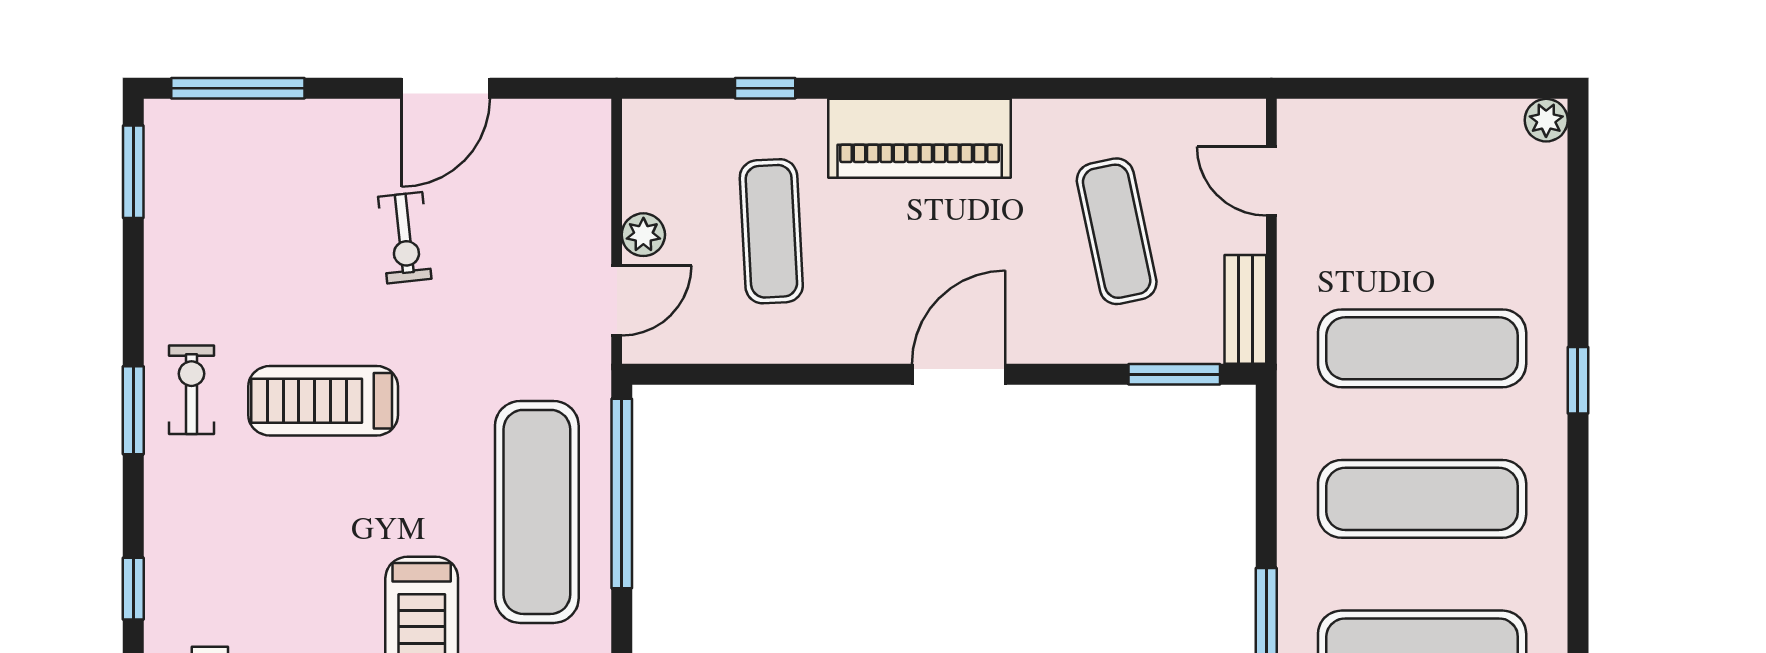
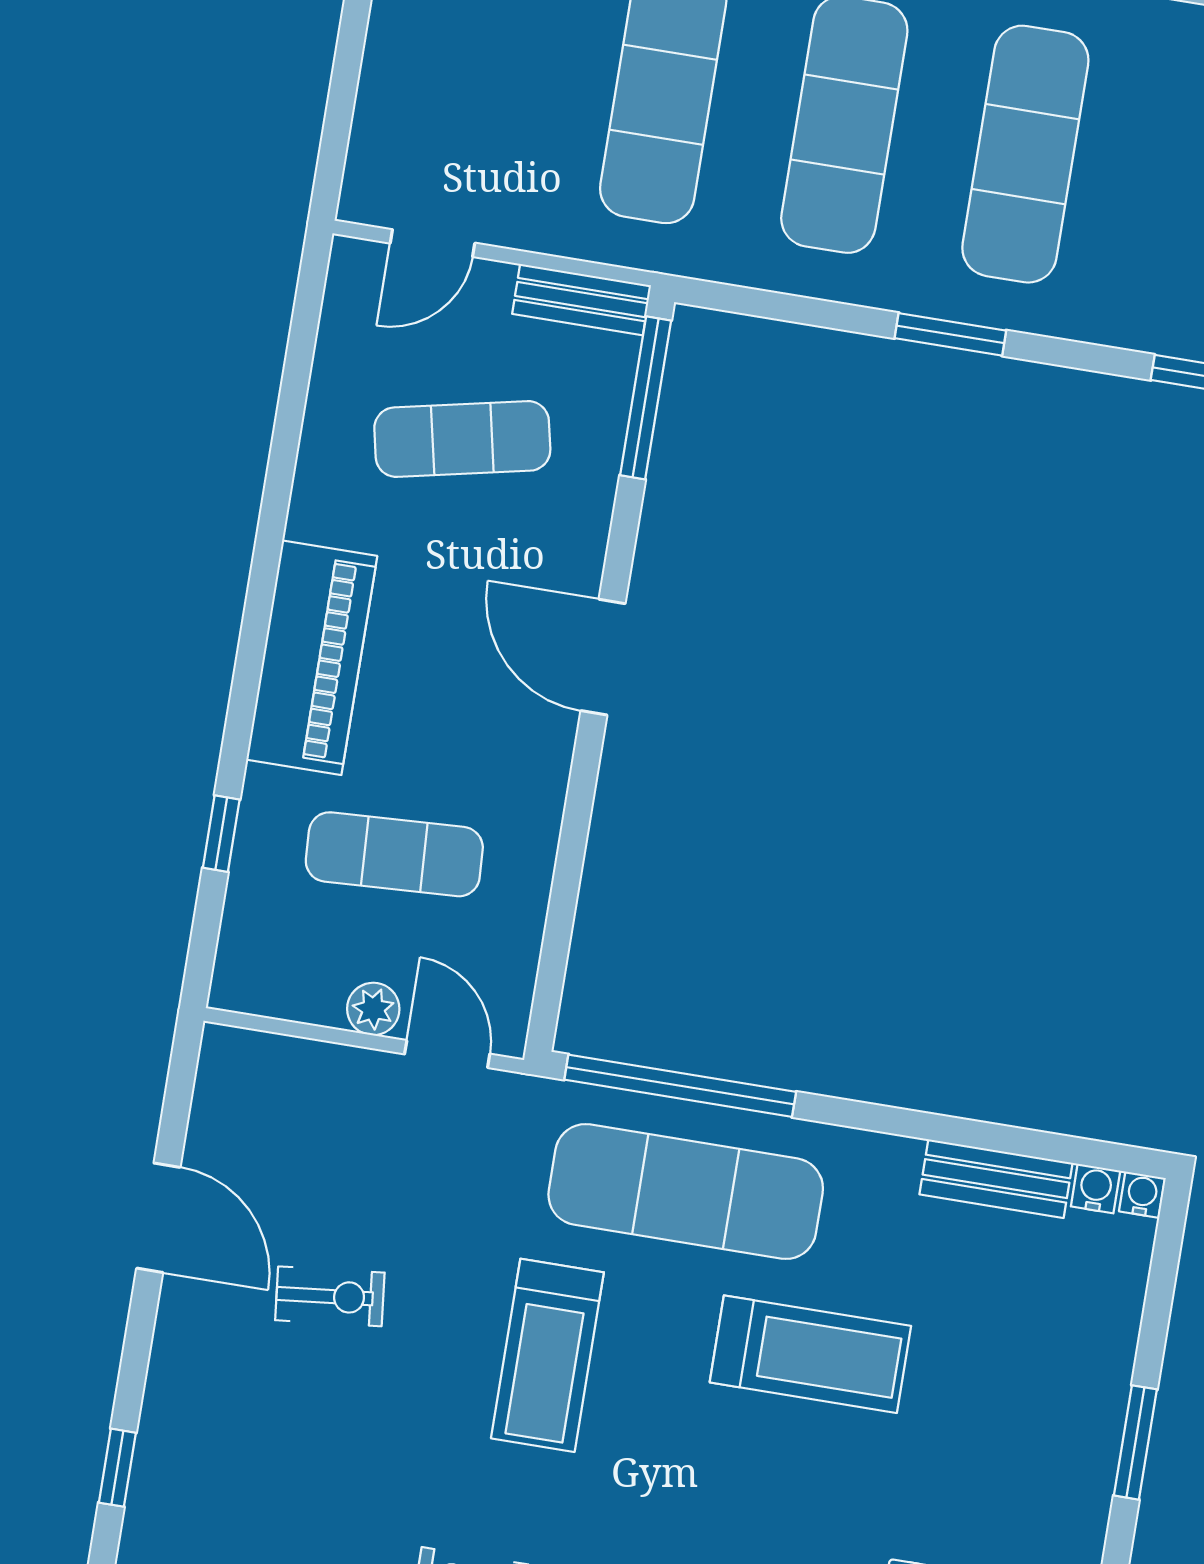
window: (238, 88) -> (117, 1468), width x0.46
window: (1174, 374) -> (646, 398), width x1.44
treadmill: (323, 401) -> (547, 1355), moved

